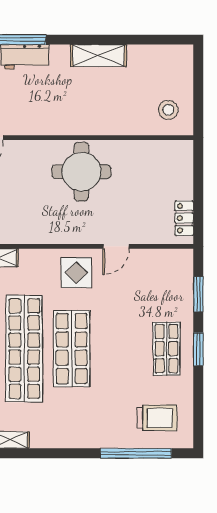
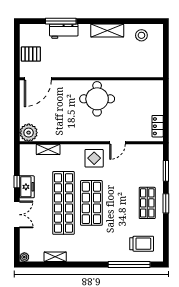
stool: (168, 110) -> (141, 35), moved

